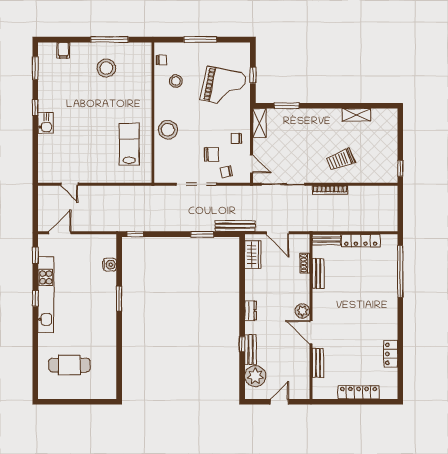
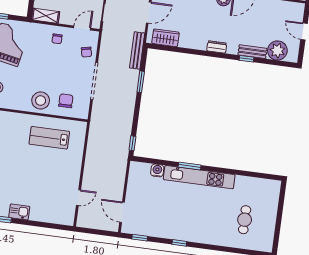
chair: (212, 154) -> (66, 101), moved
kitchen unit: (46, 295) -> (199, 177), moved, turned 180
cafe table: (69, 365) -> (245, 220), width x0.73, depth x0.74

